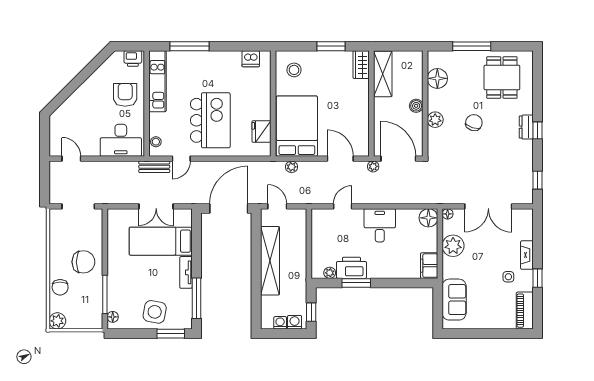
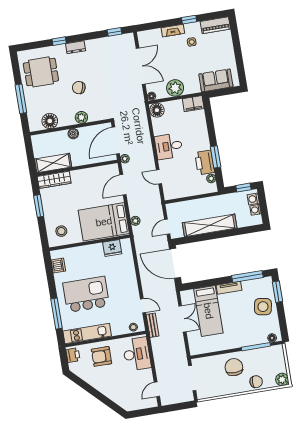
wardrobe: (361, 65) -> (54, 180), width x1.50
kitchen island: (210, 120) -> (86, 294), moved
window: (538, 130) -> (59, 41), moved

